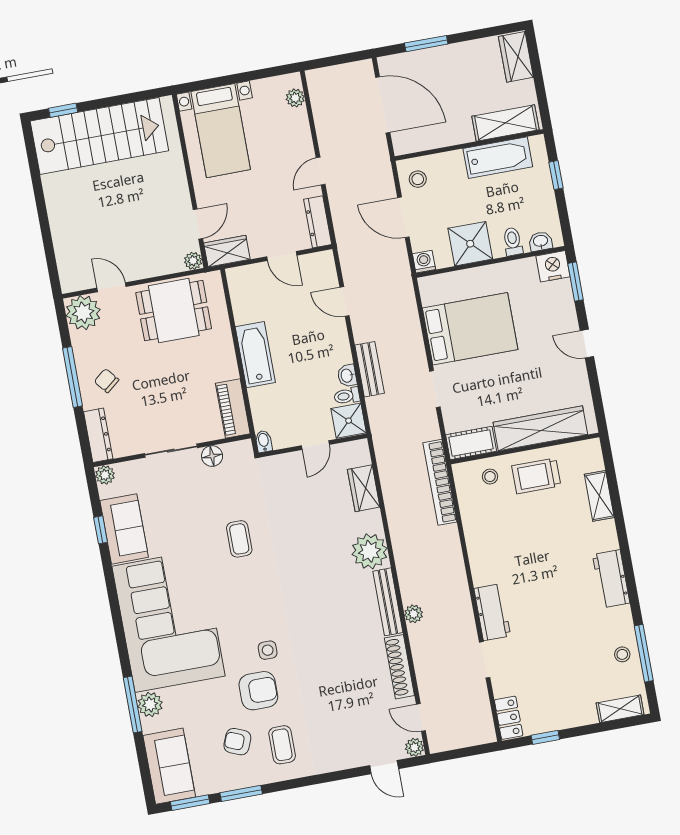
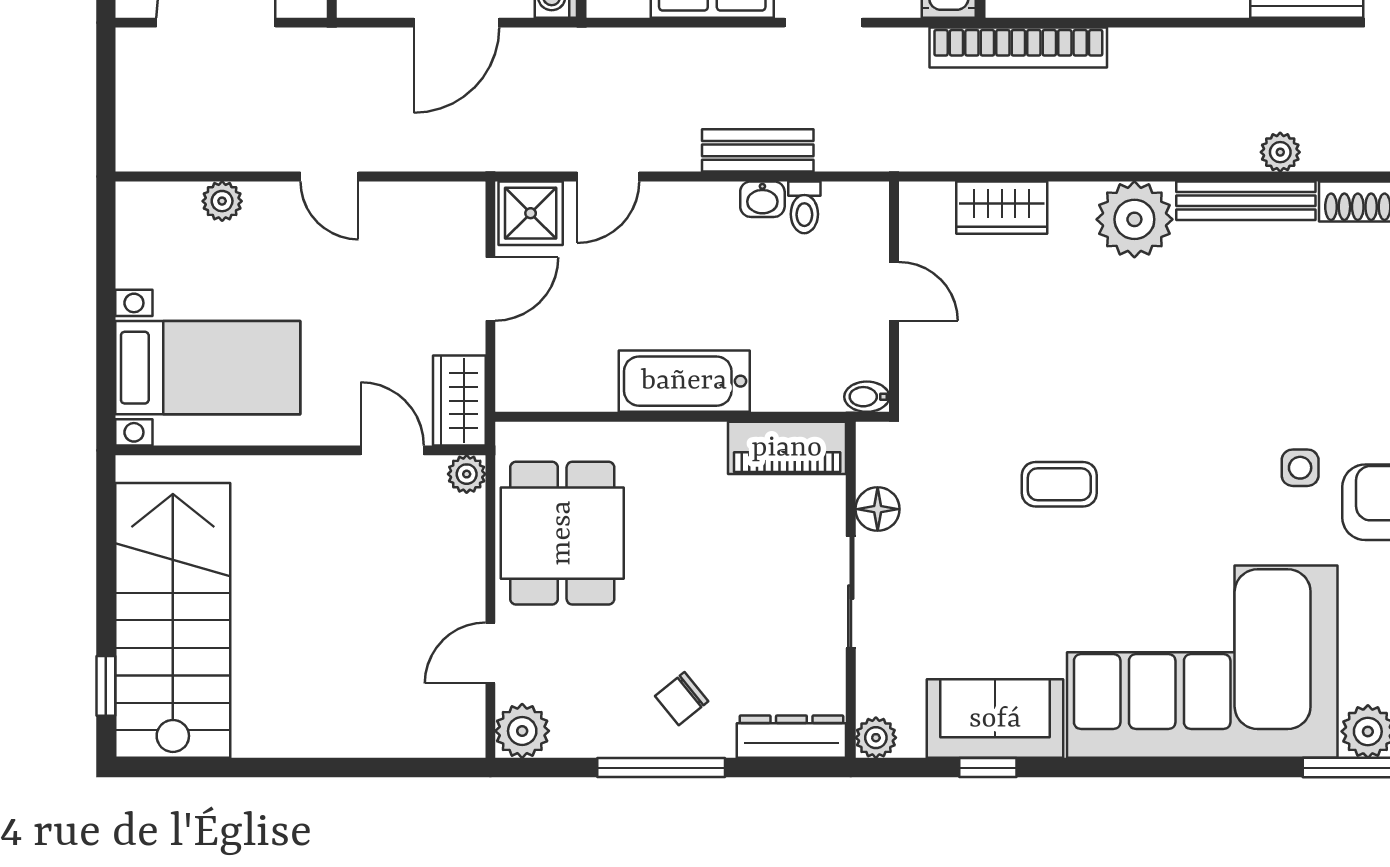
plant: (295, 98) -> (222, 201), moved
dresser: (318, 222) -> (433, 202), removed
plant: (83, 313) -> (522, 731), width x0.73, depth x0.73
shower: (349, 421) -> (531, 213), moved

